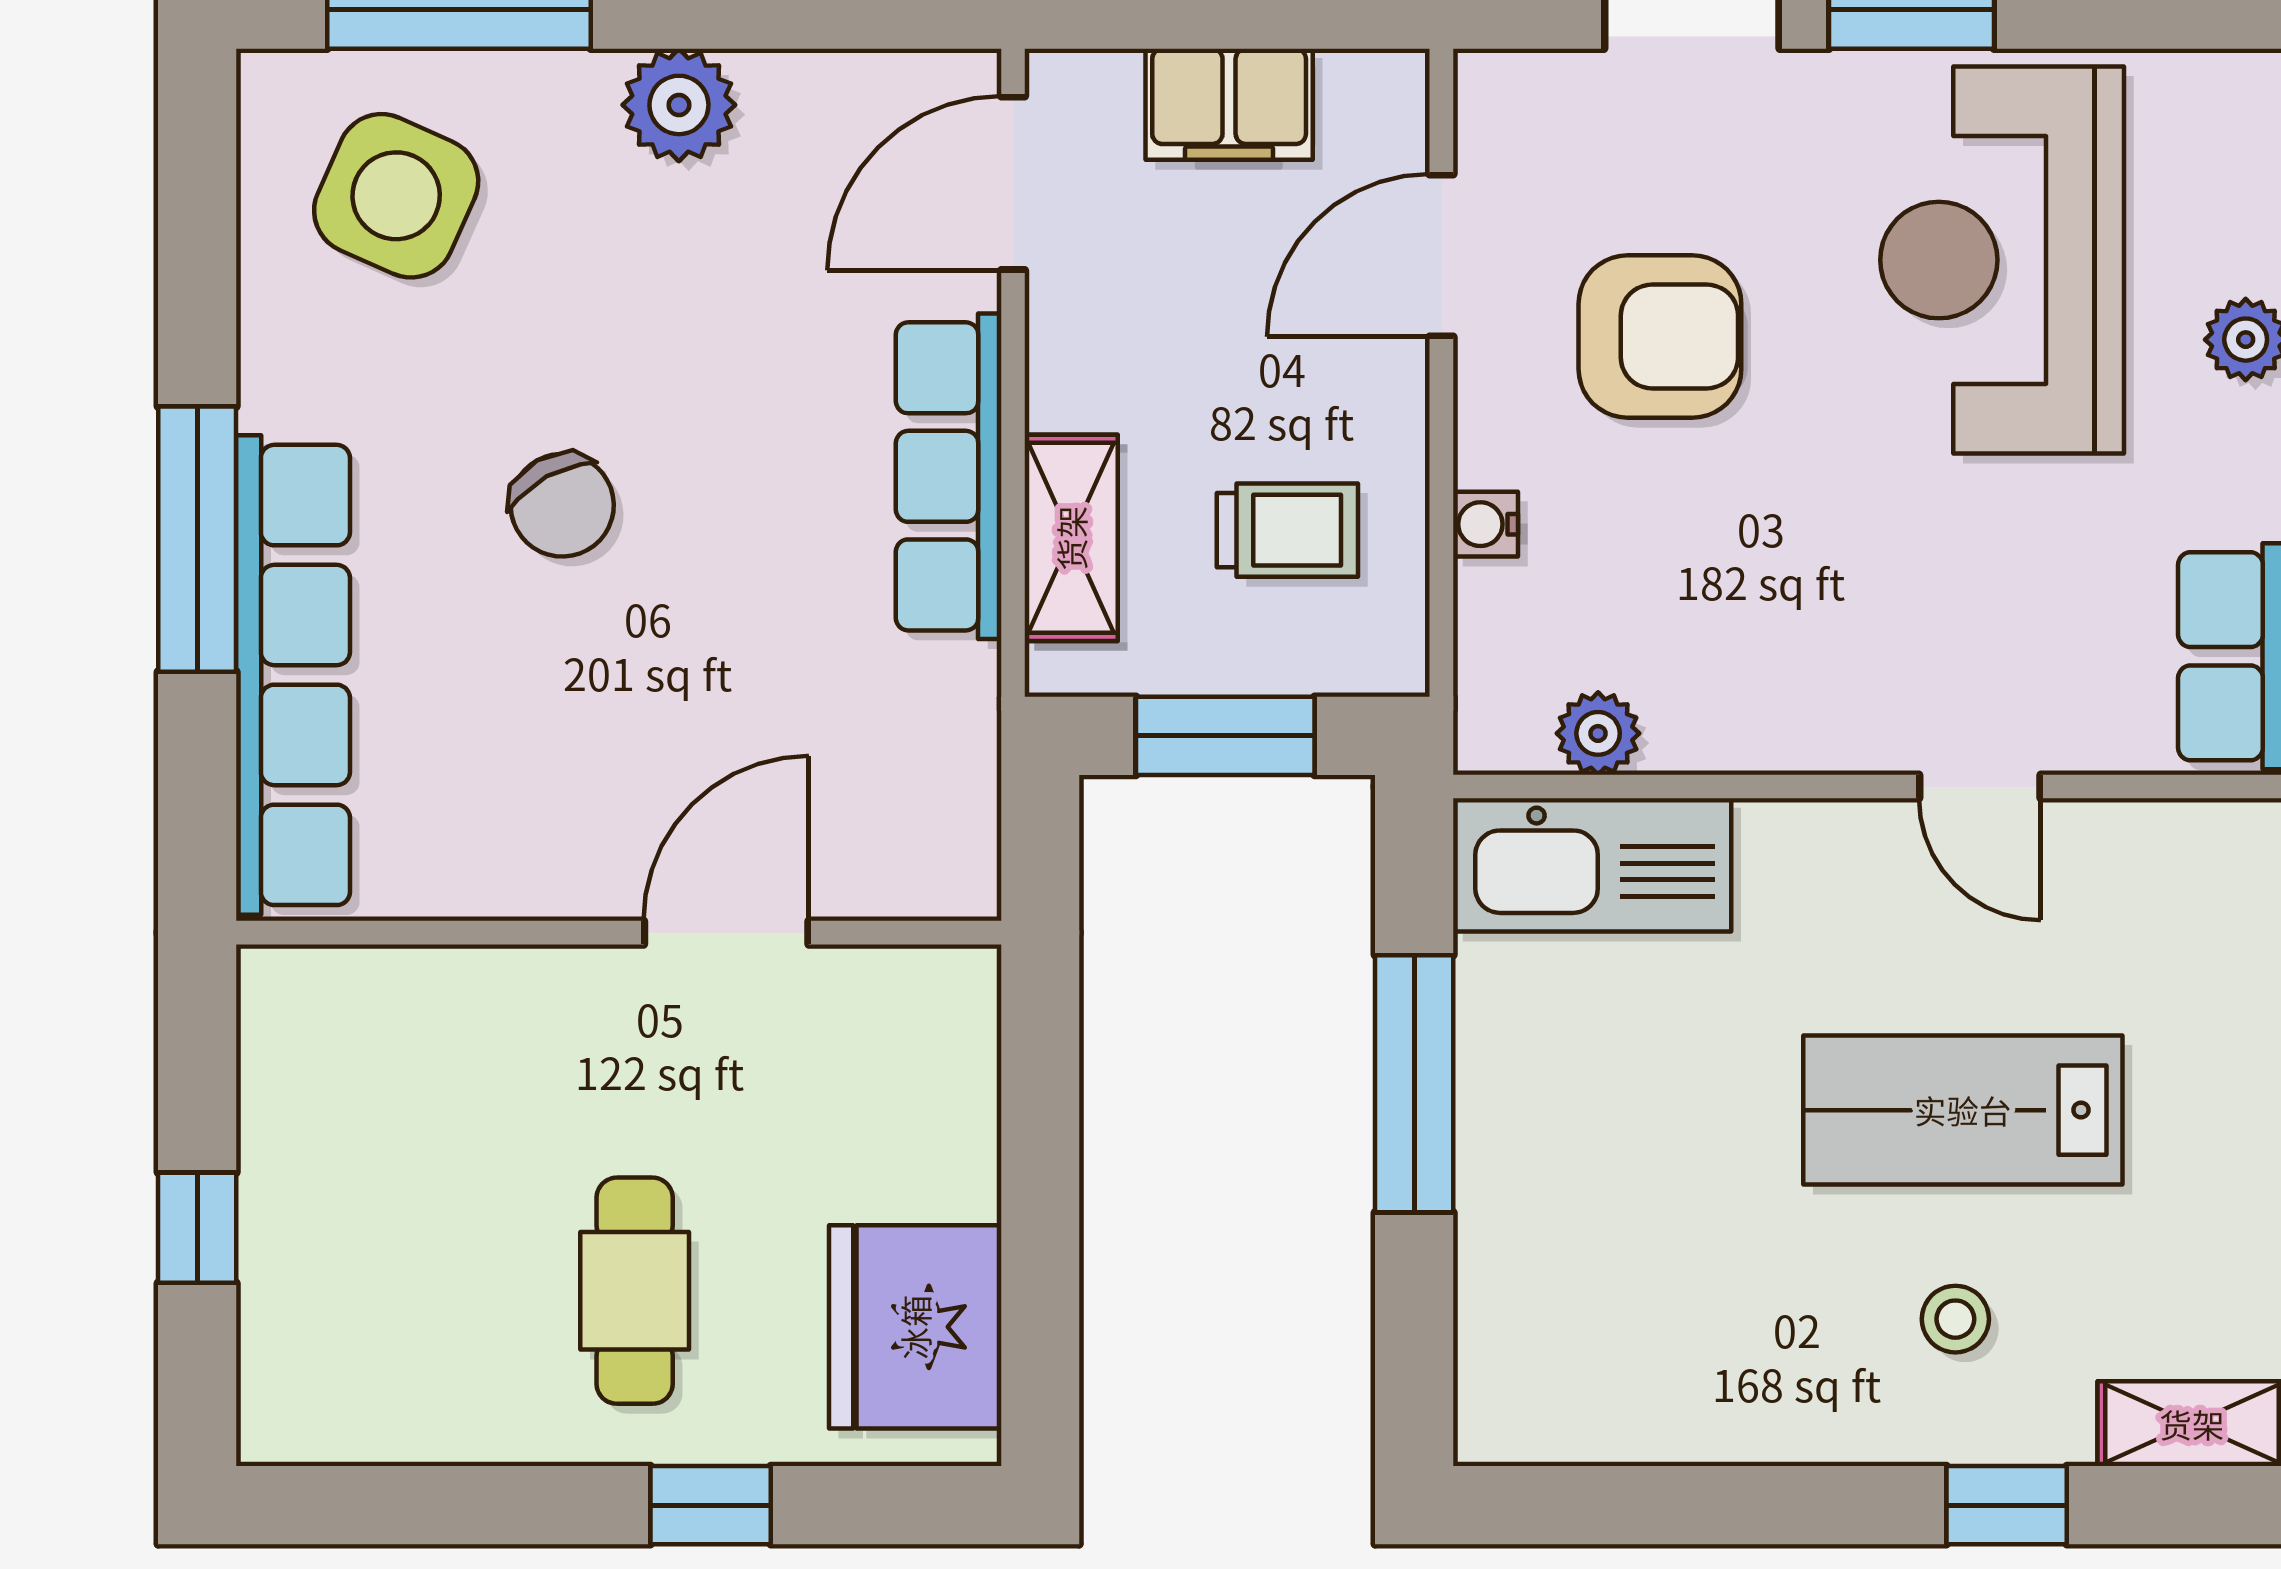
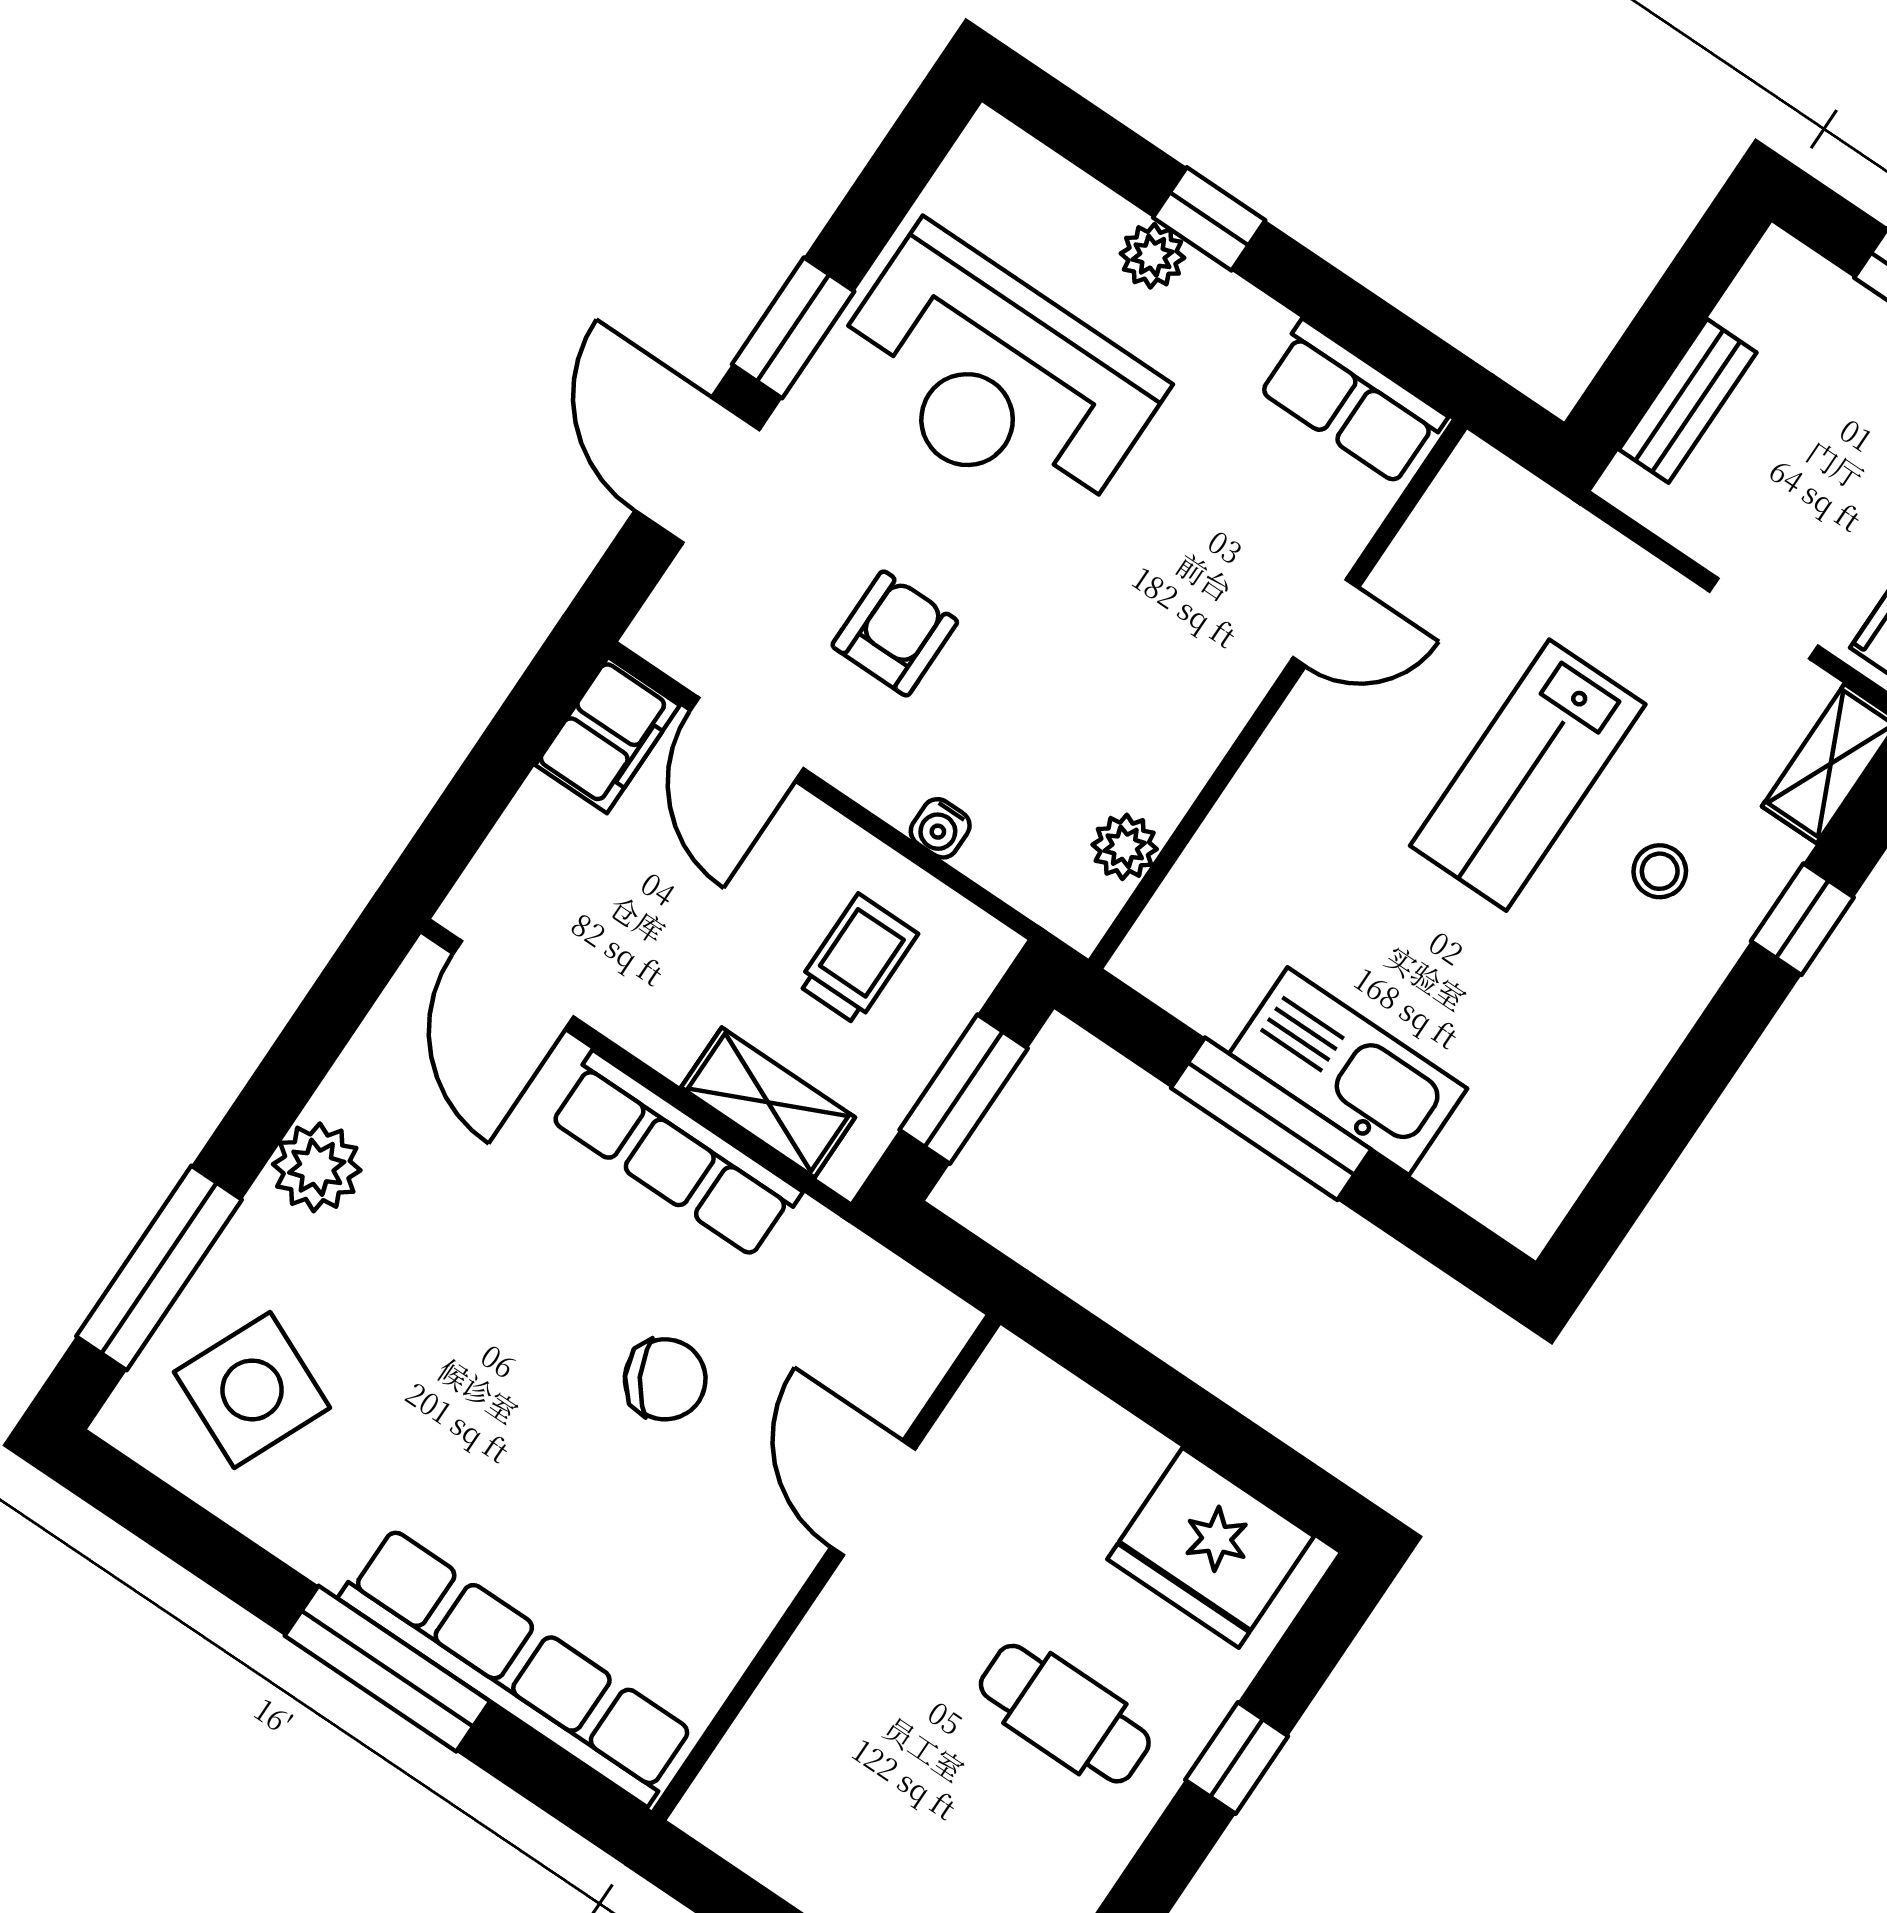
filing cabinet: (1229, 104) -> (608, 735), moved
armchair: (1660, 336) -> (895, 633), width x0.72, depth x0.72
chair: (562, 505) -> (665, 1379), moved
kitchen sink: (1592, 865) -> (1348, 1071), moved, turned -90

